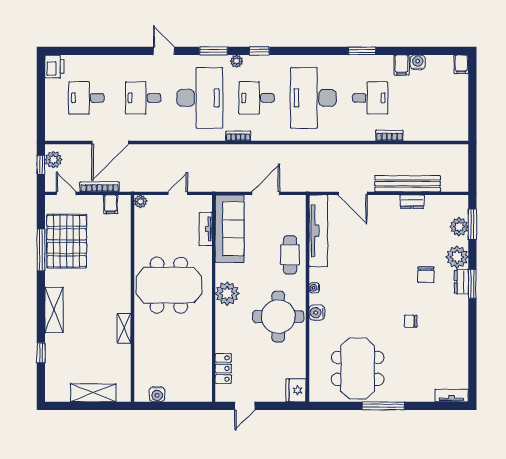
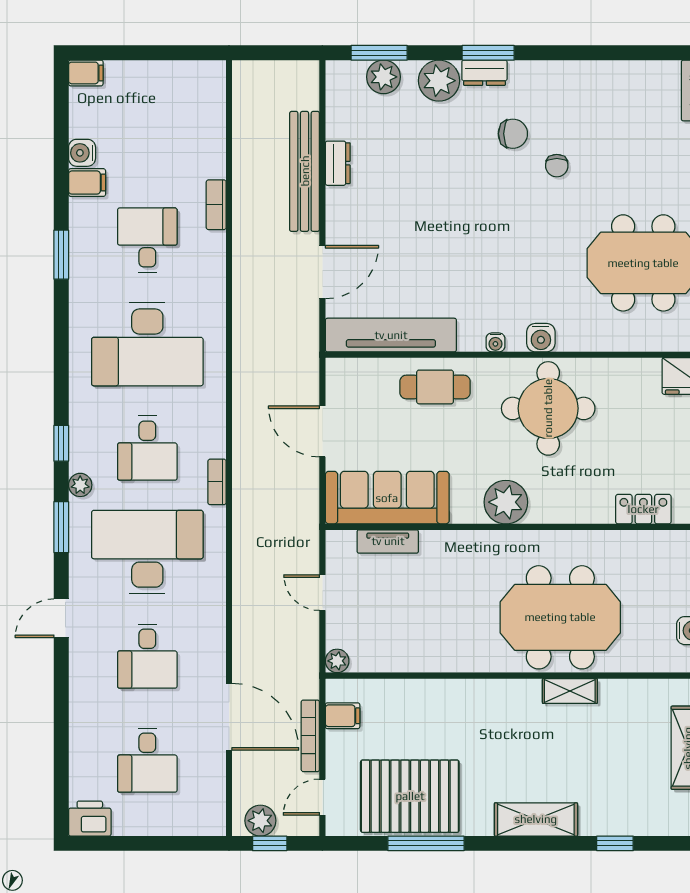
chair: (426, 275) -> (513, 134), moved
meeting table: (169, 285) -> (560, 617), moved, turned 90

